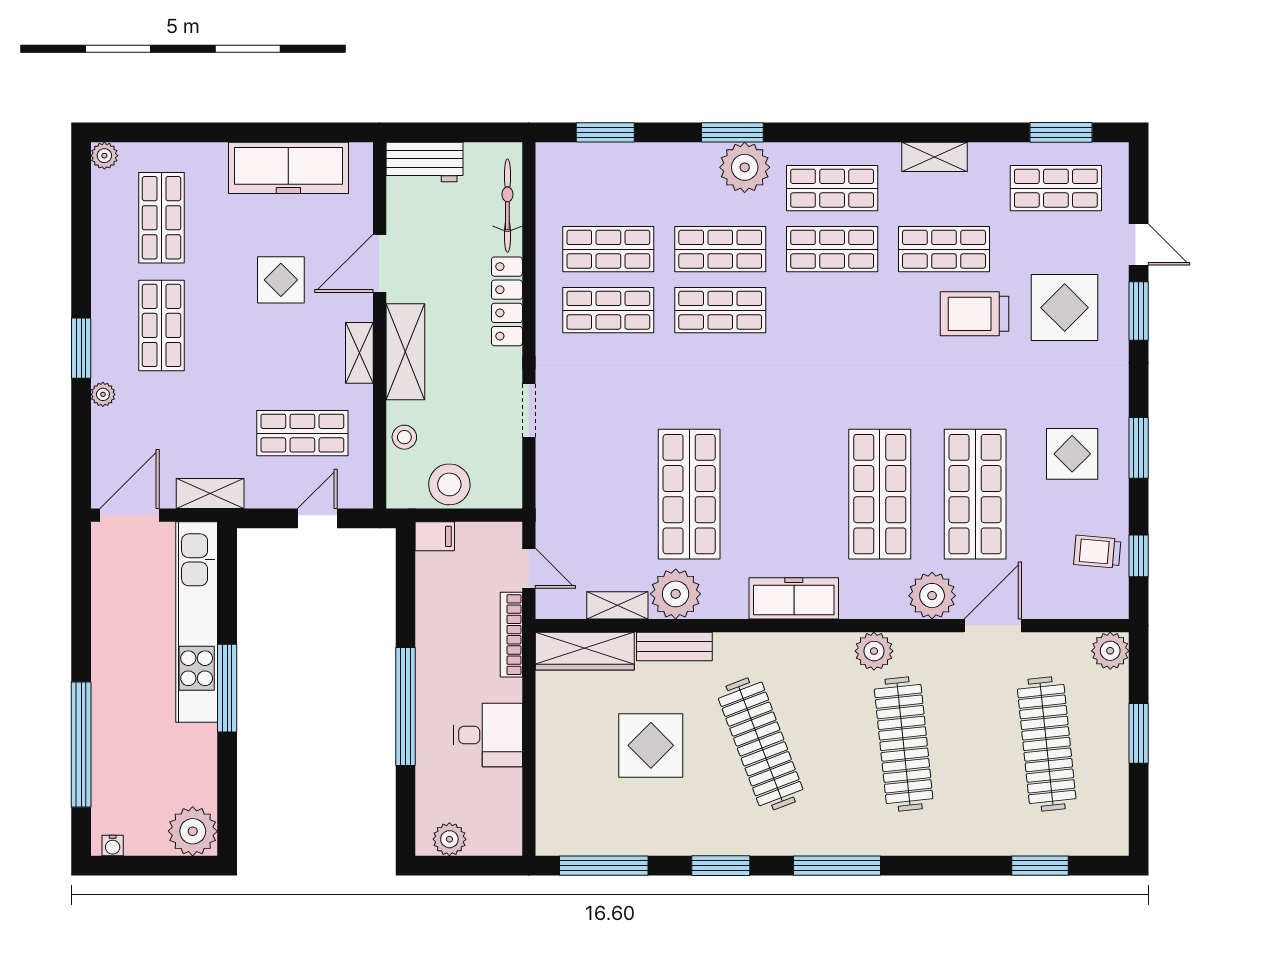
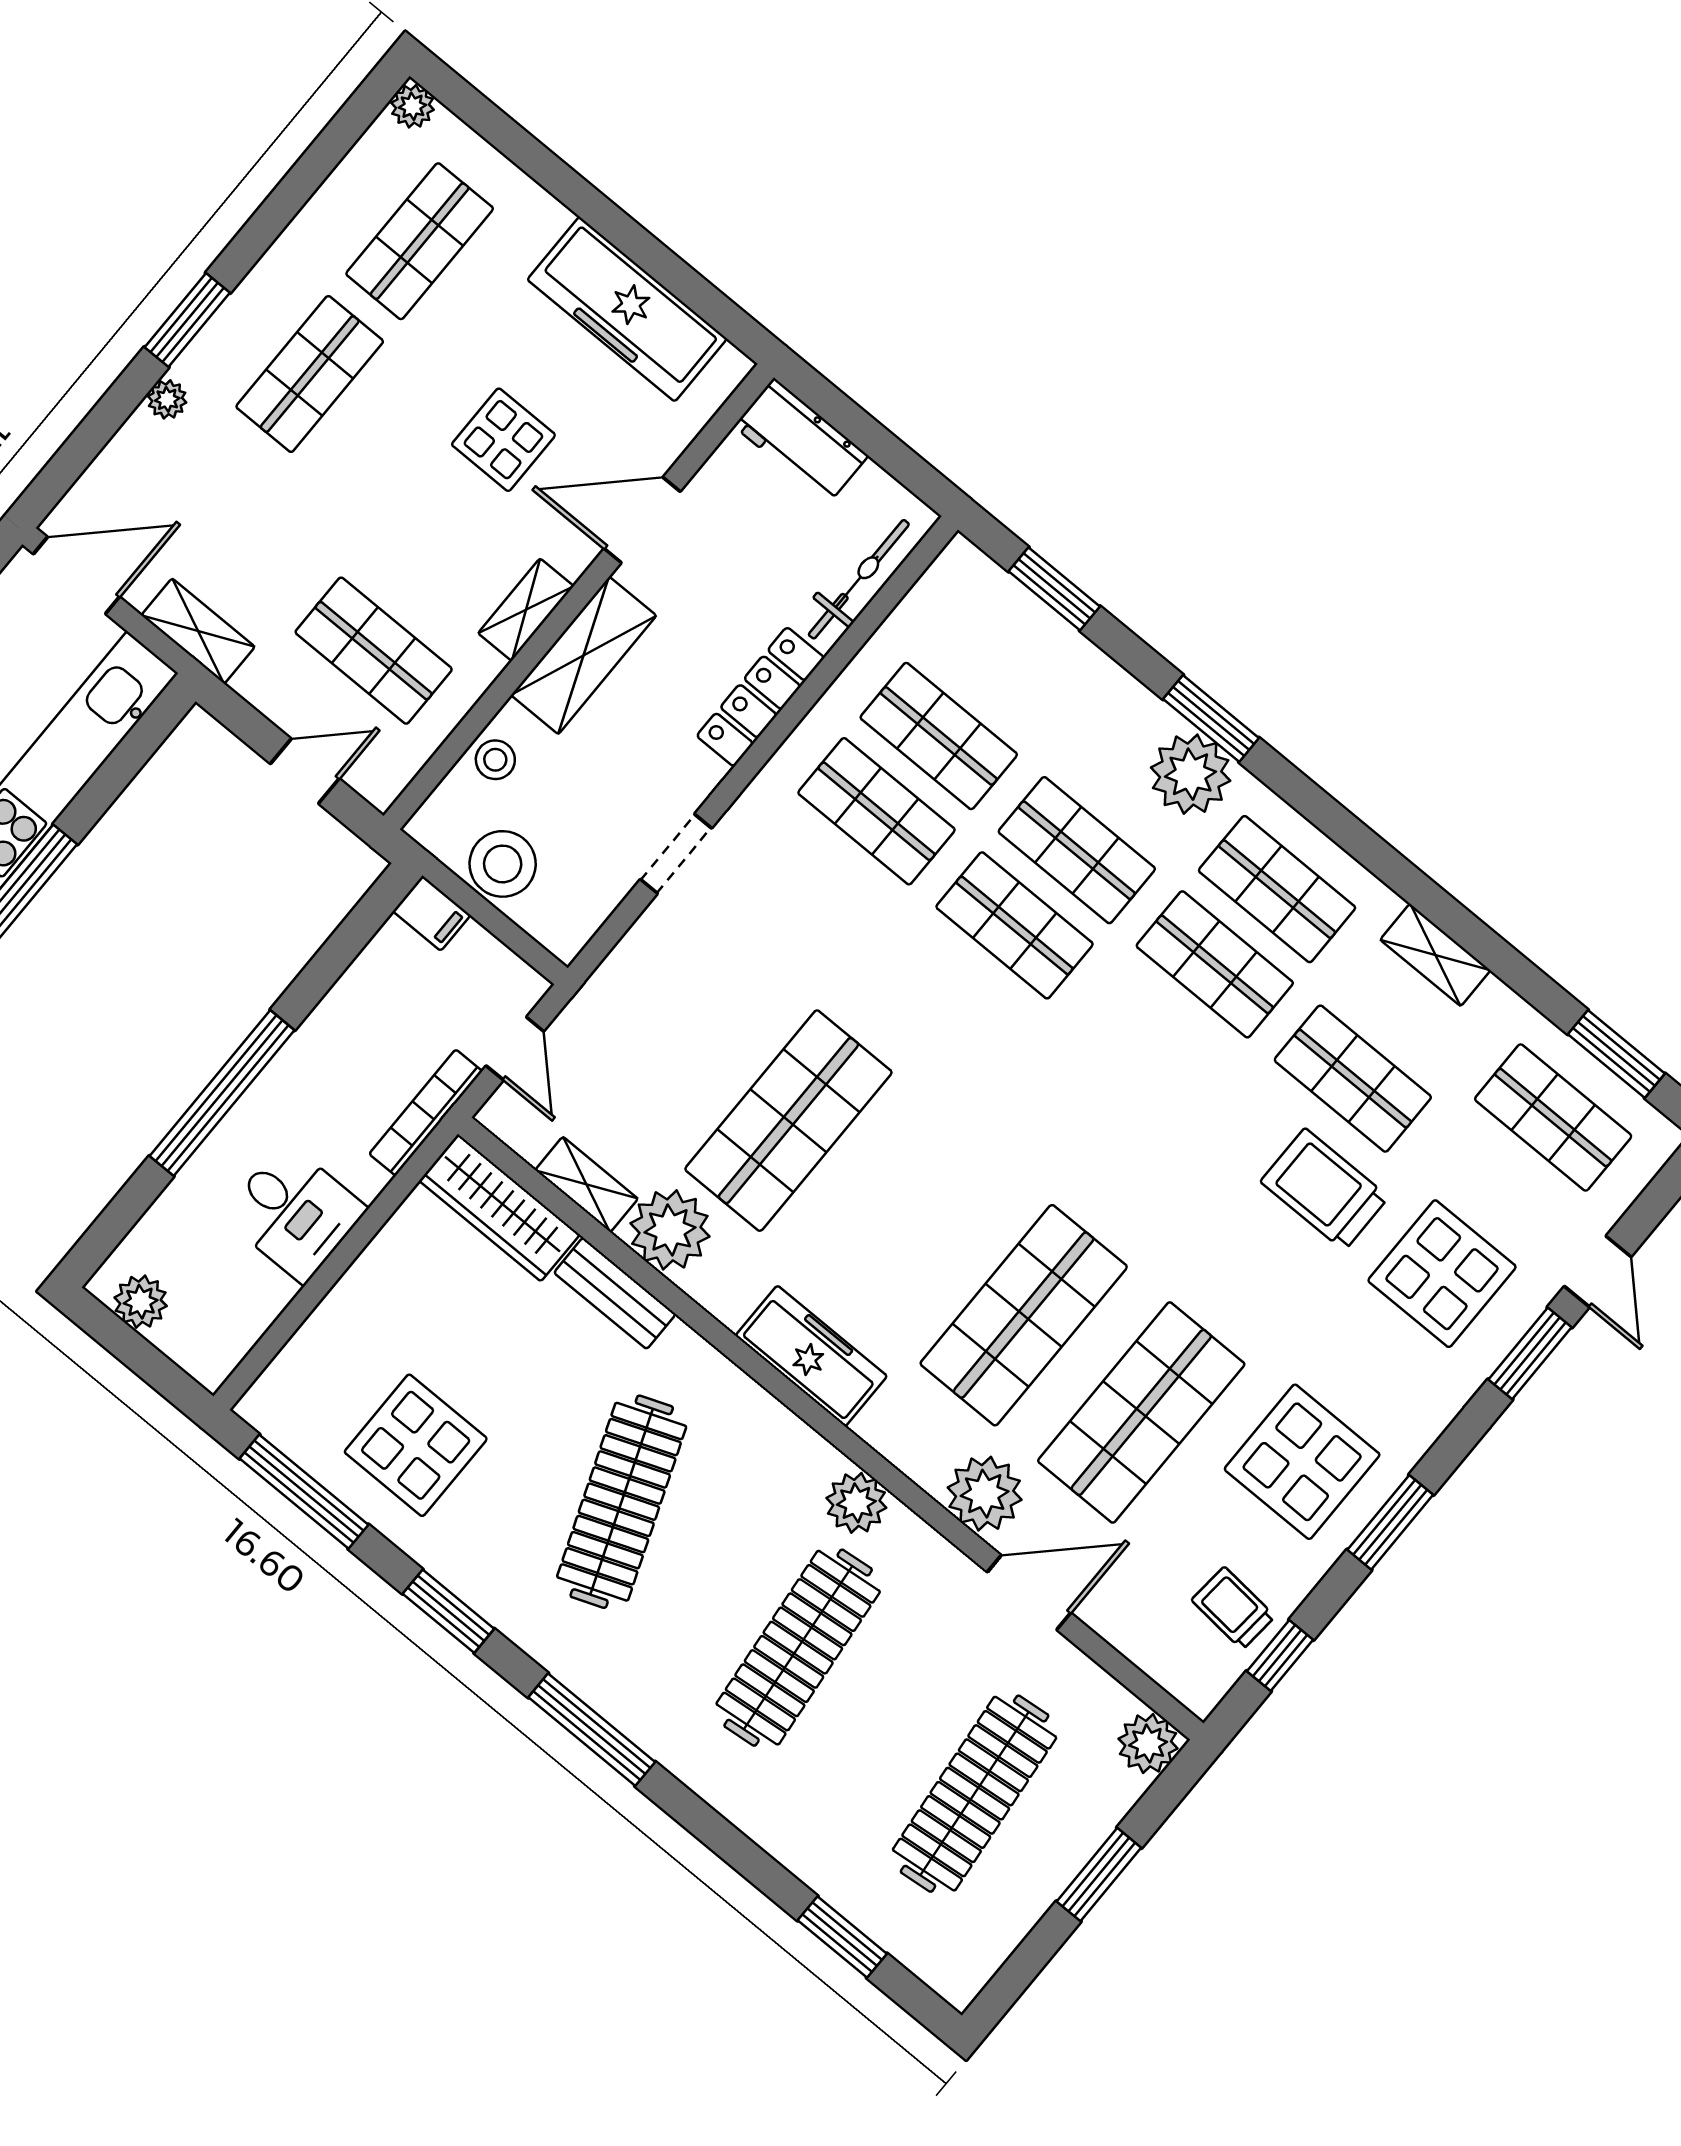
display table: (1072, 454) -> (1302, 1462), width x1.36, depth x1.36
display table: (651, 745) -> (416, 1445), moved

